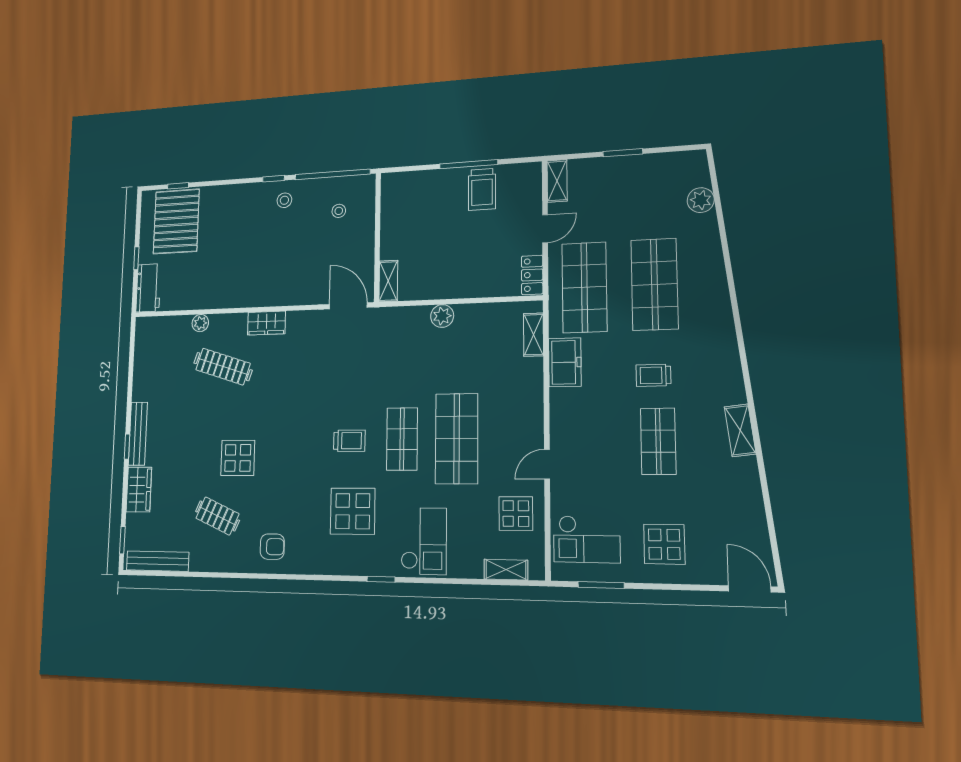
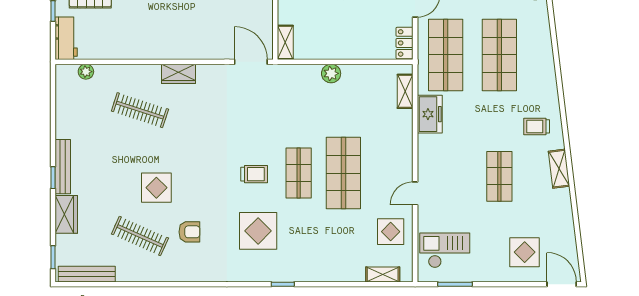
plant: (200, 323) -> (86, 72), moved
trolley: (653, 375) -> (537, 126), moved
clothes rail: (217, 516) -> (140, 236), width x1.36
checkout: (587, 539) -> (445, 250), turned 180
checkout: (424, 541) -> (317, 254), removed
display table: (664, 544) -> (525, 252), moved
armchair: (272, 547) -> (189, 232), moved

